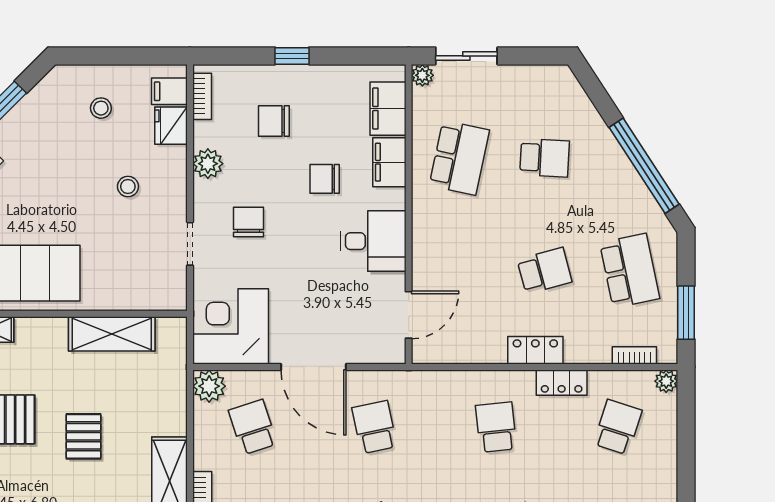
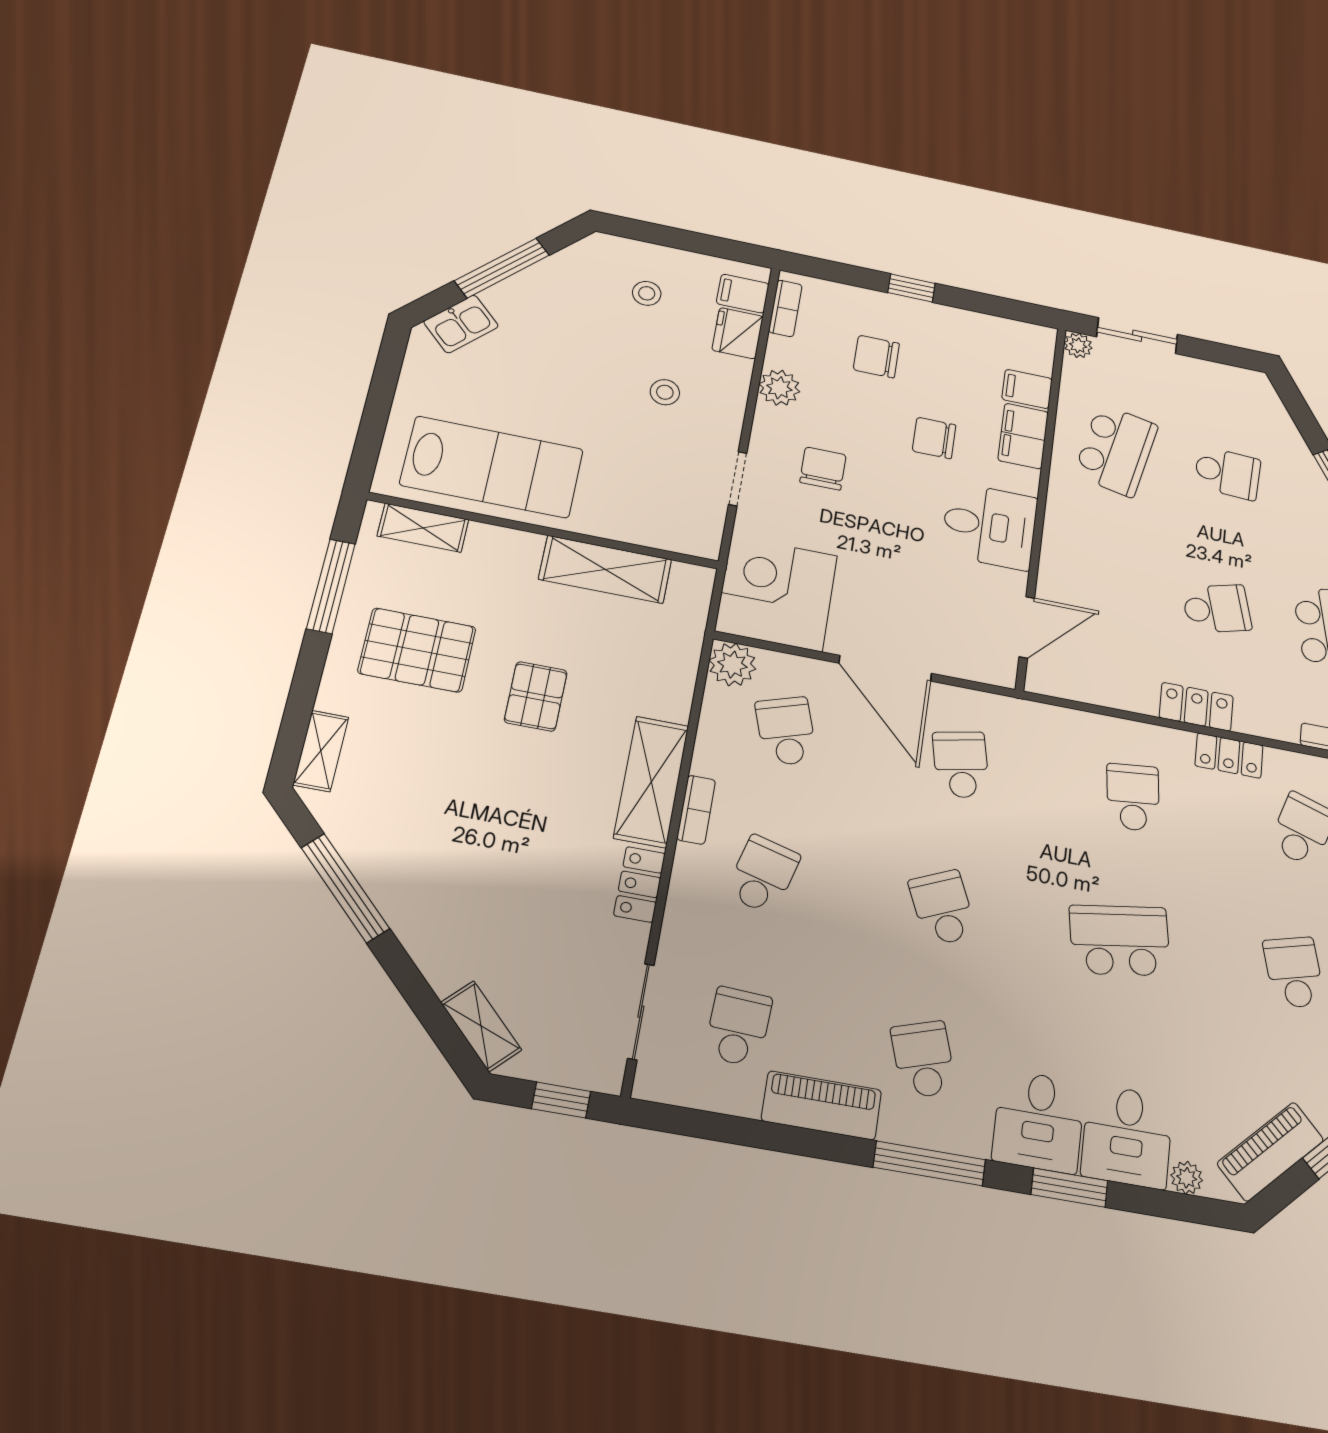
filing cabinet: (388, 109) -> (1027, 389), width x0.50

